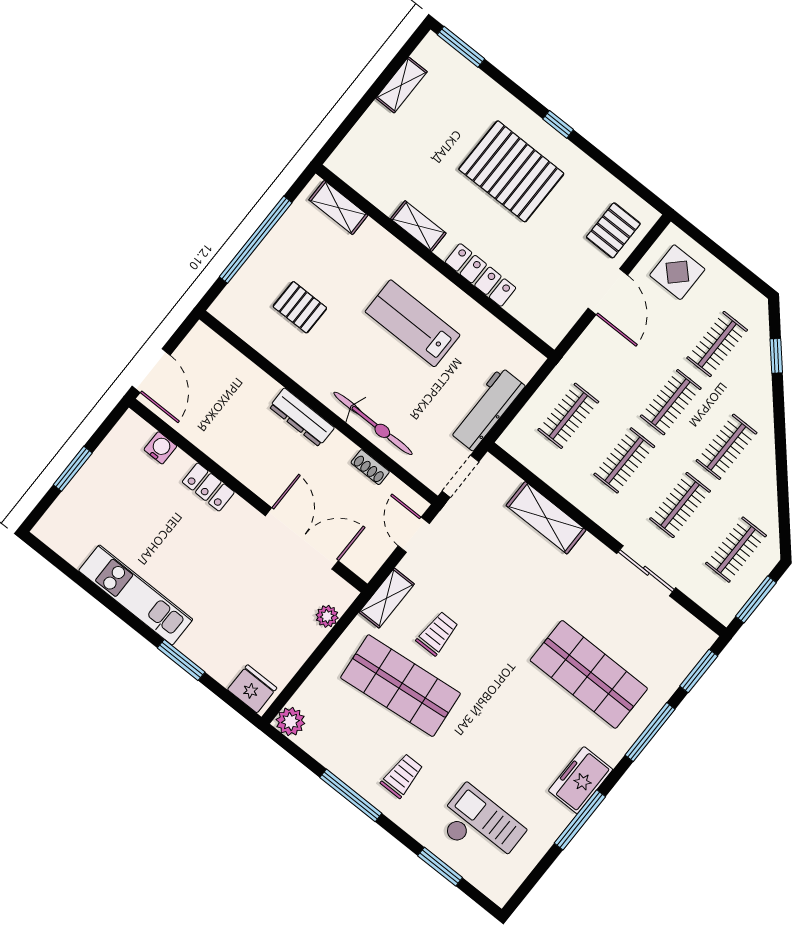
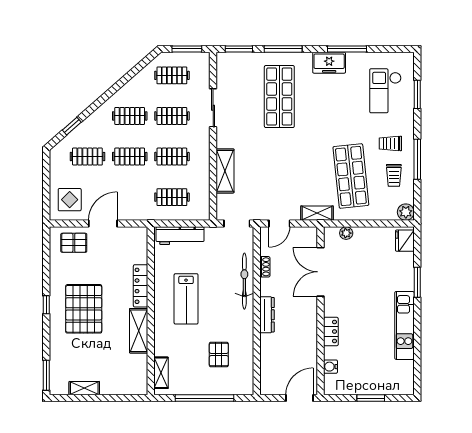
shelving: (418, 226) -> (139, 331), width x1.50, depth x1.33
workbench: (487, 409) -> (180, 236), moved
trolley: (437, 633) -> (394, 175), moved, turned -90

